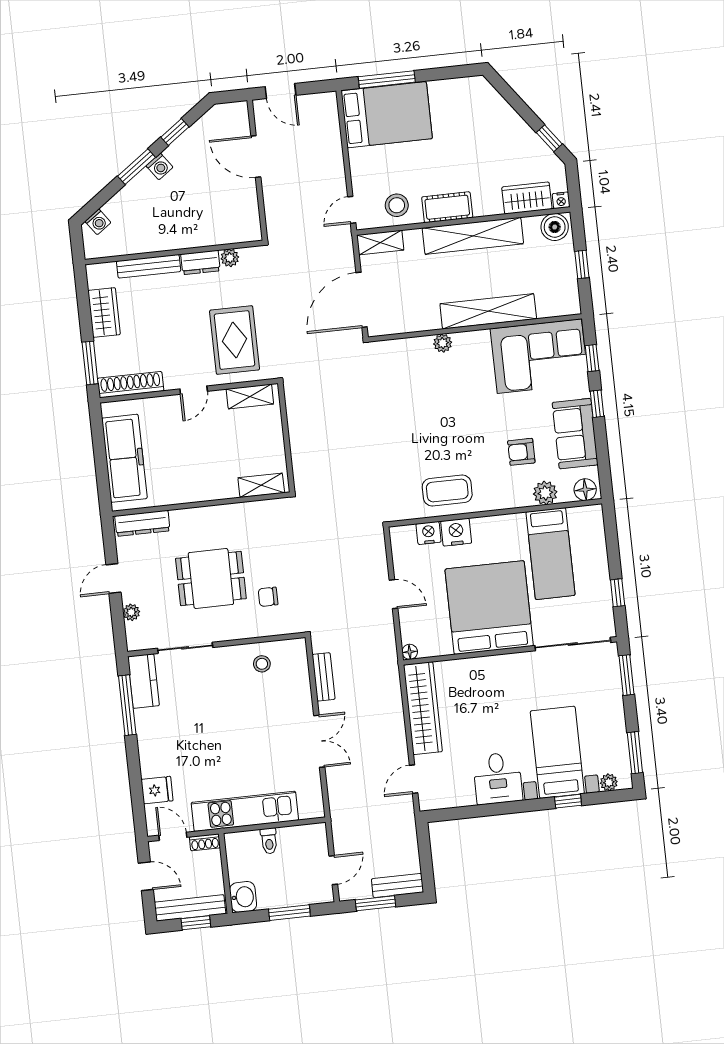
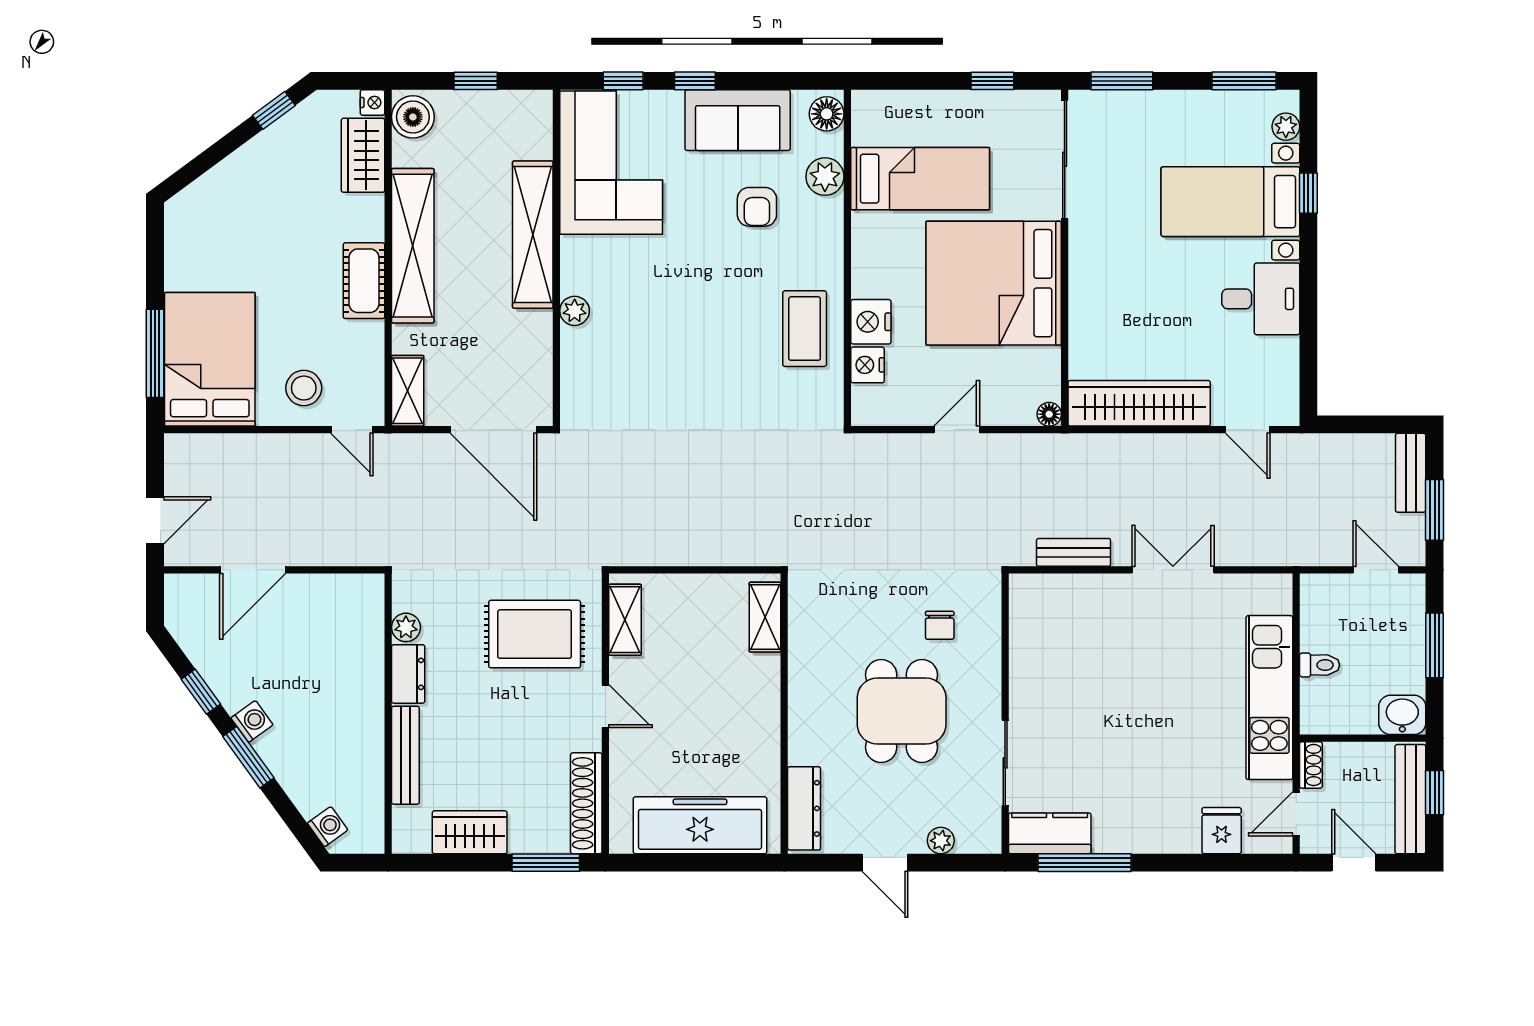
stool: (397, 205) -> (304, 388), moved
stool: (262, 664) -> (1043, 646), removed
door: (146, 876) -> (1354, 863), hinge flipped

